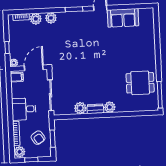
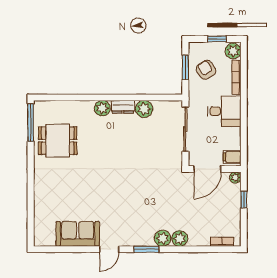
plant: (36, 19) -> (163, 238), moved

